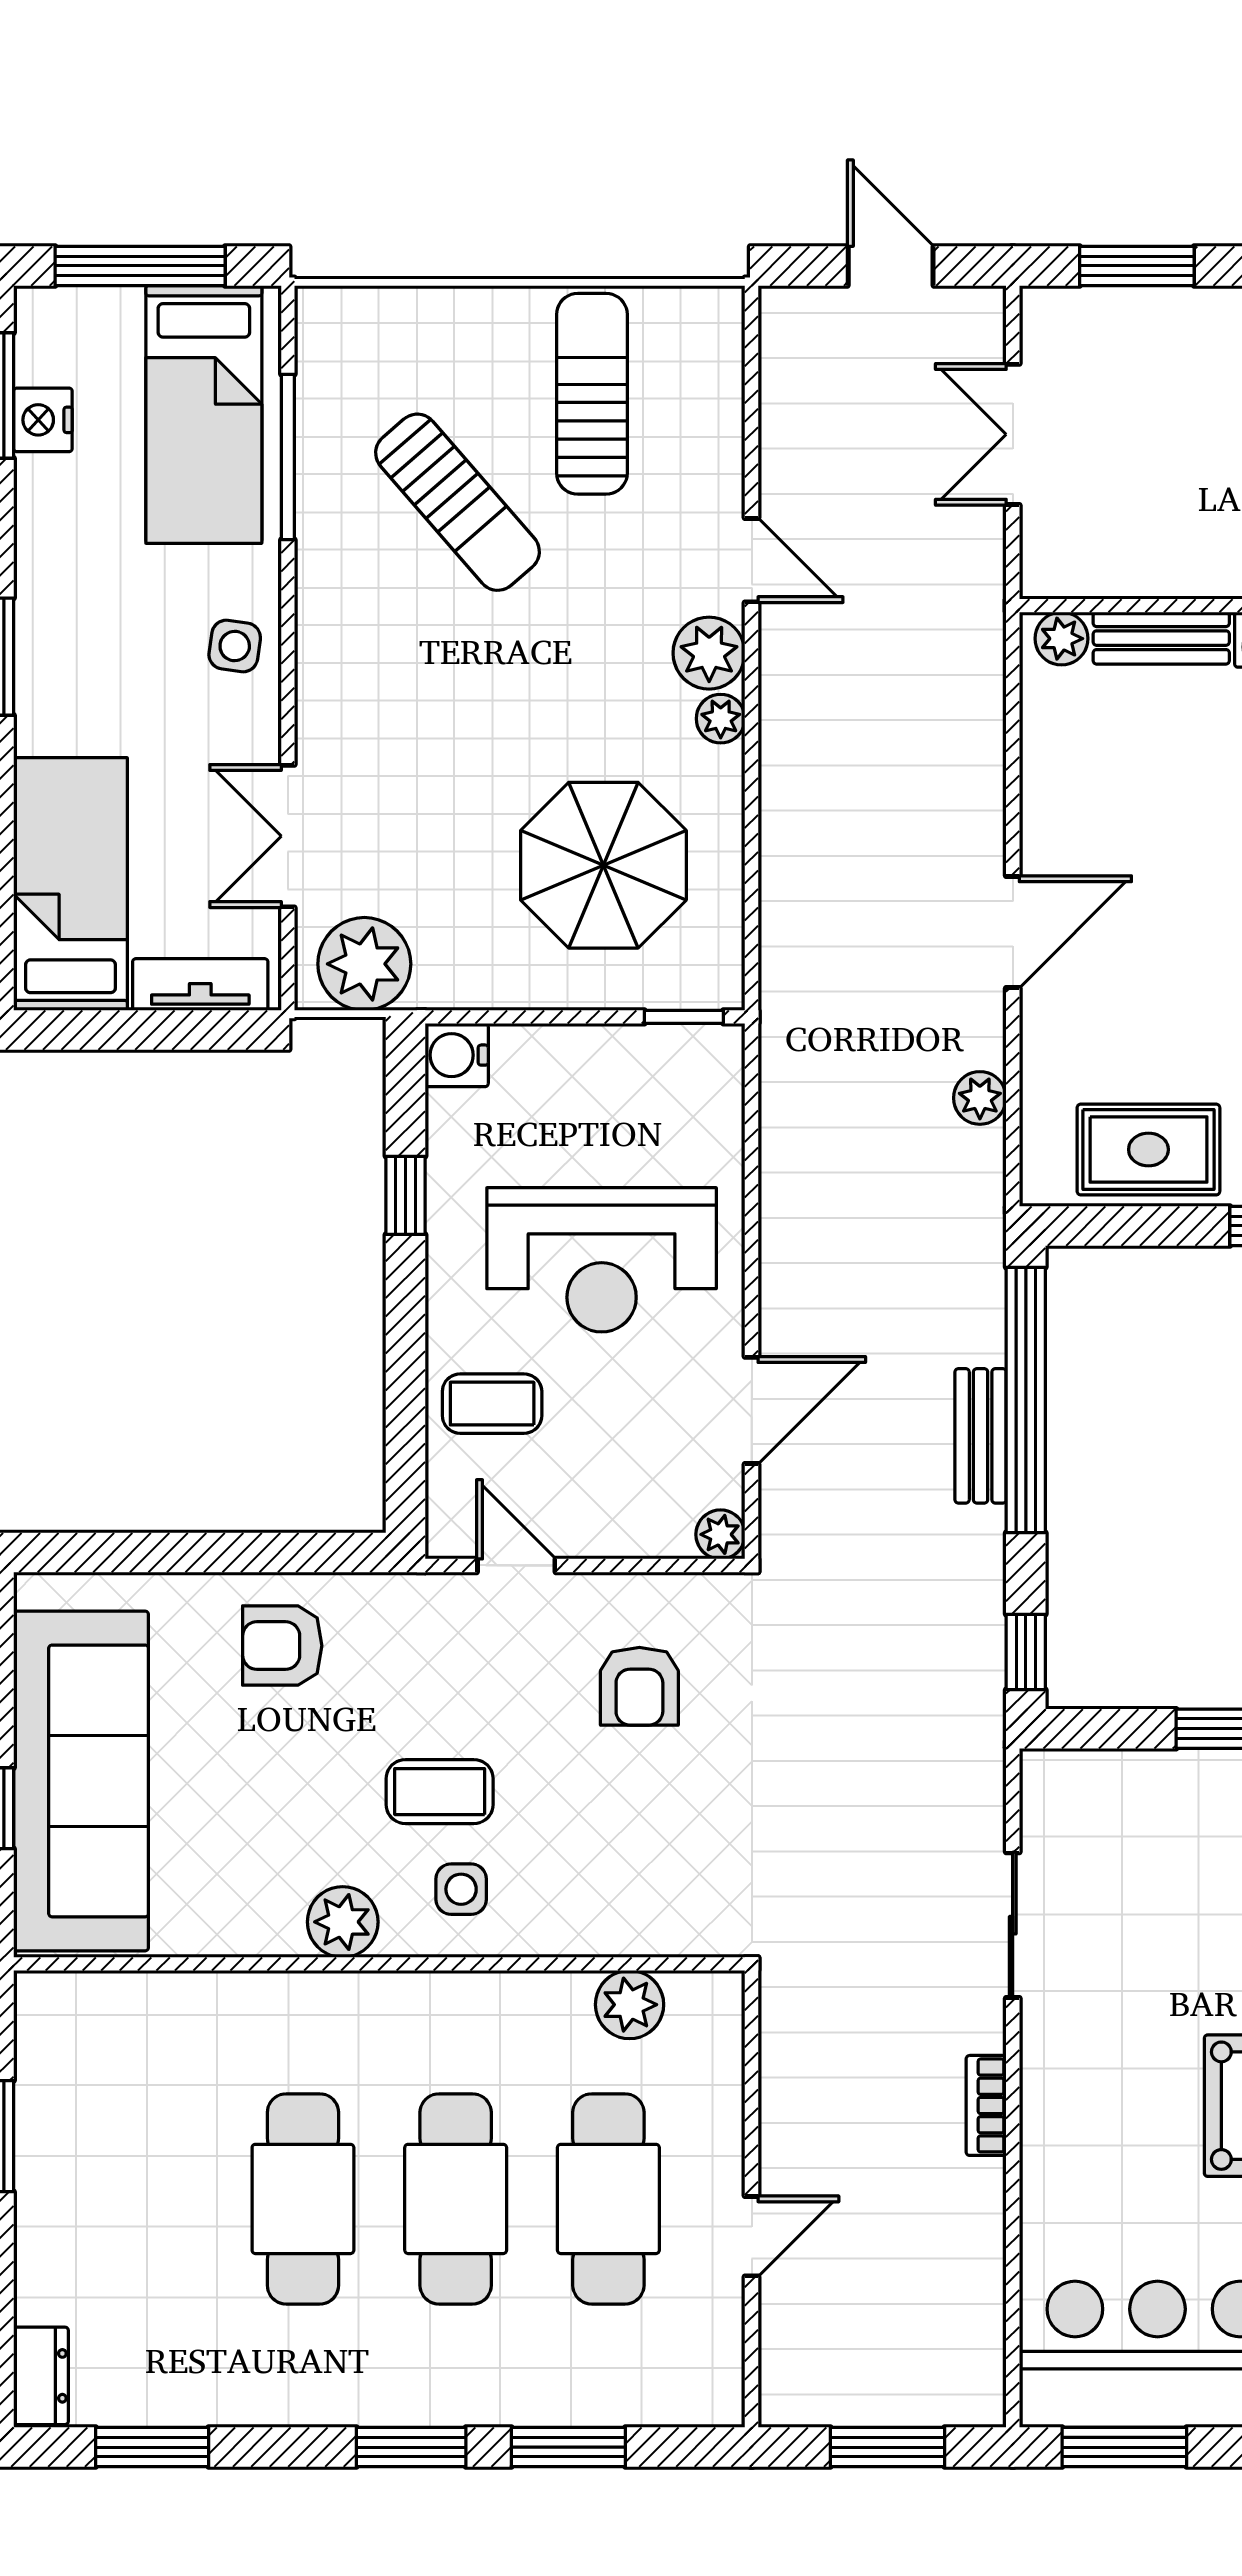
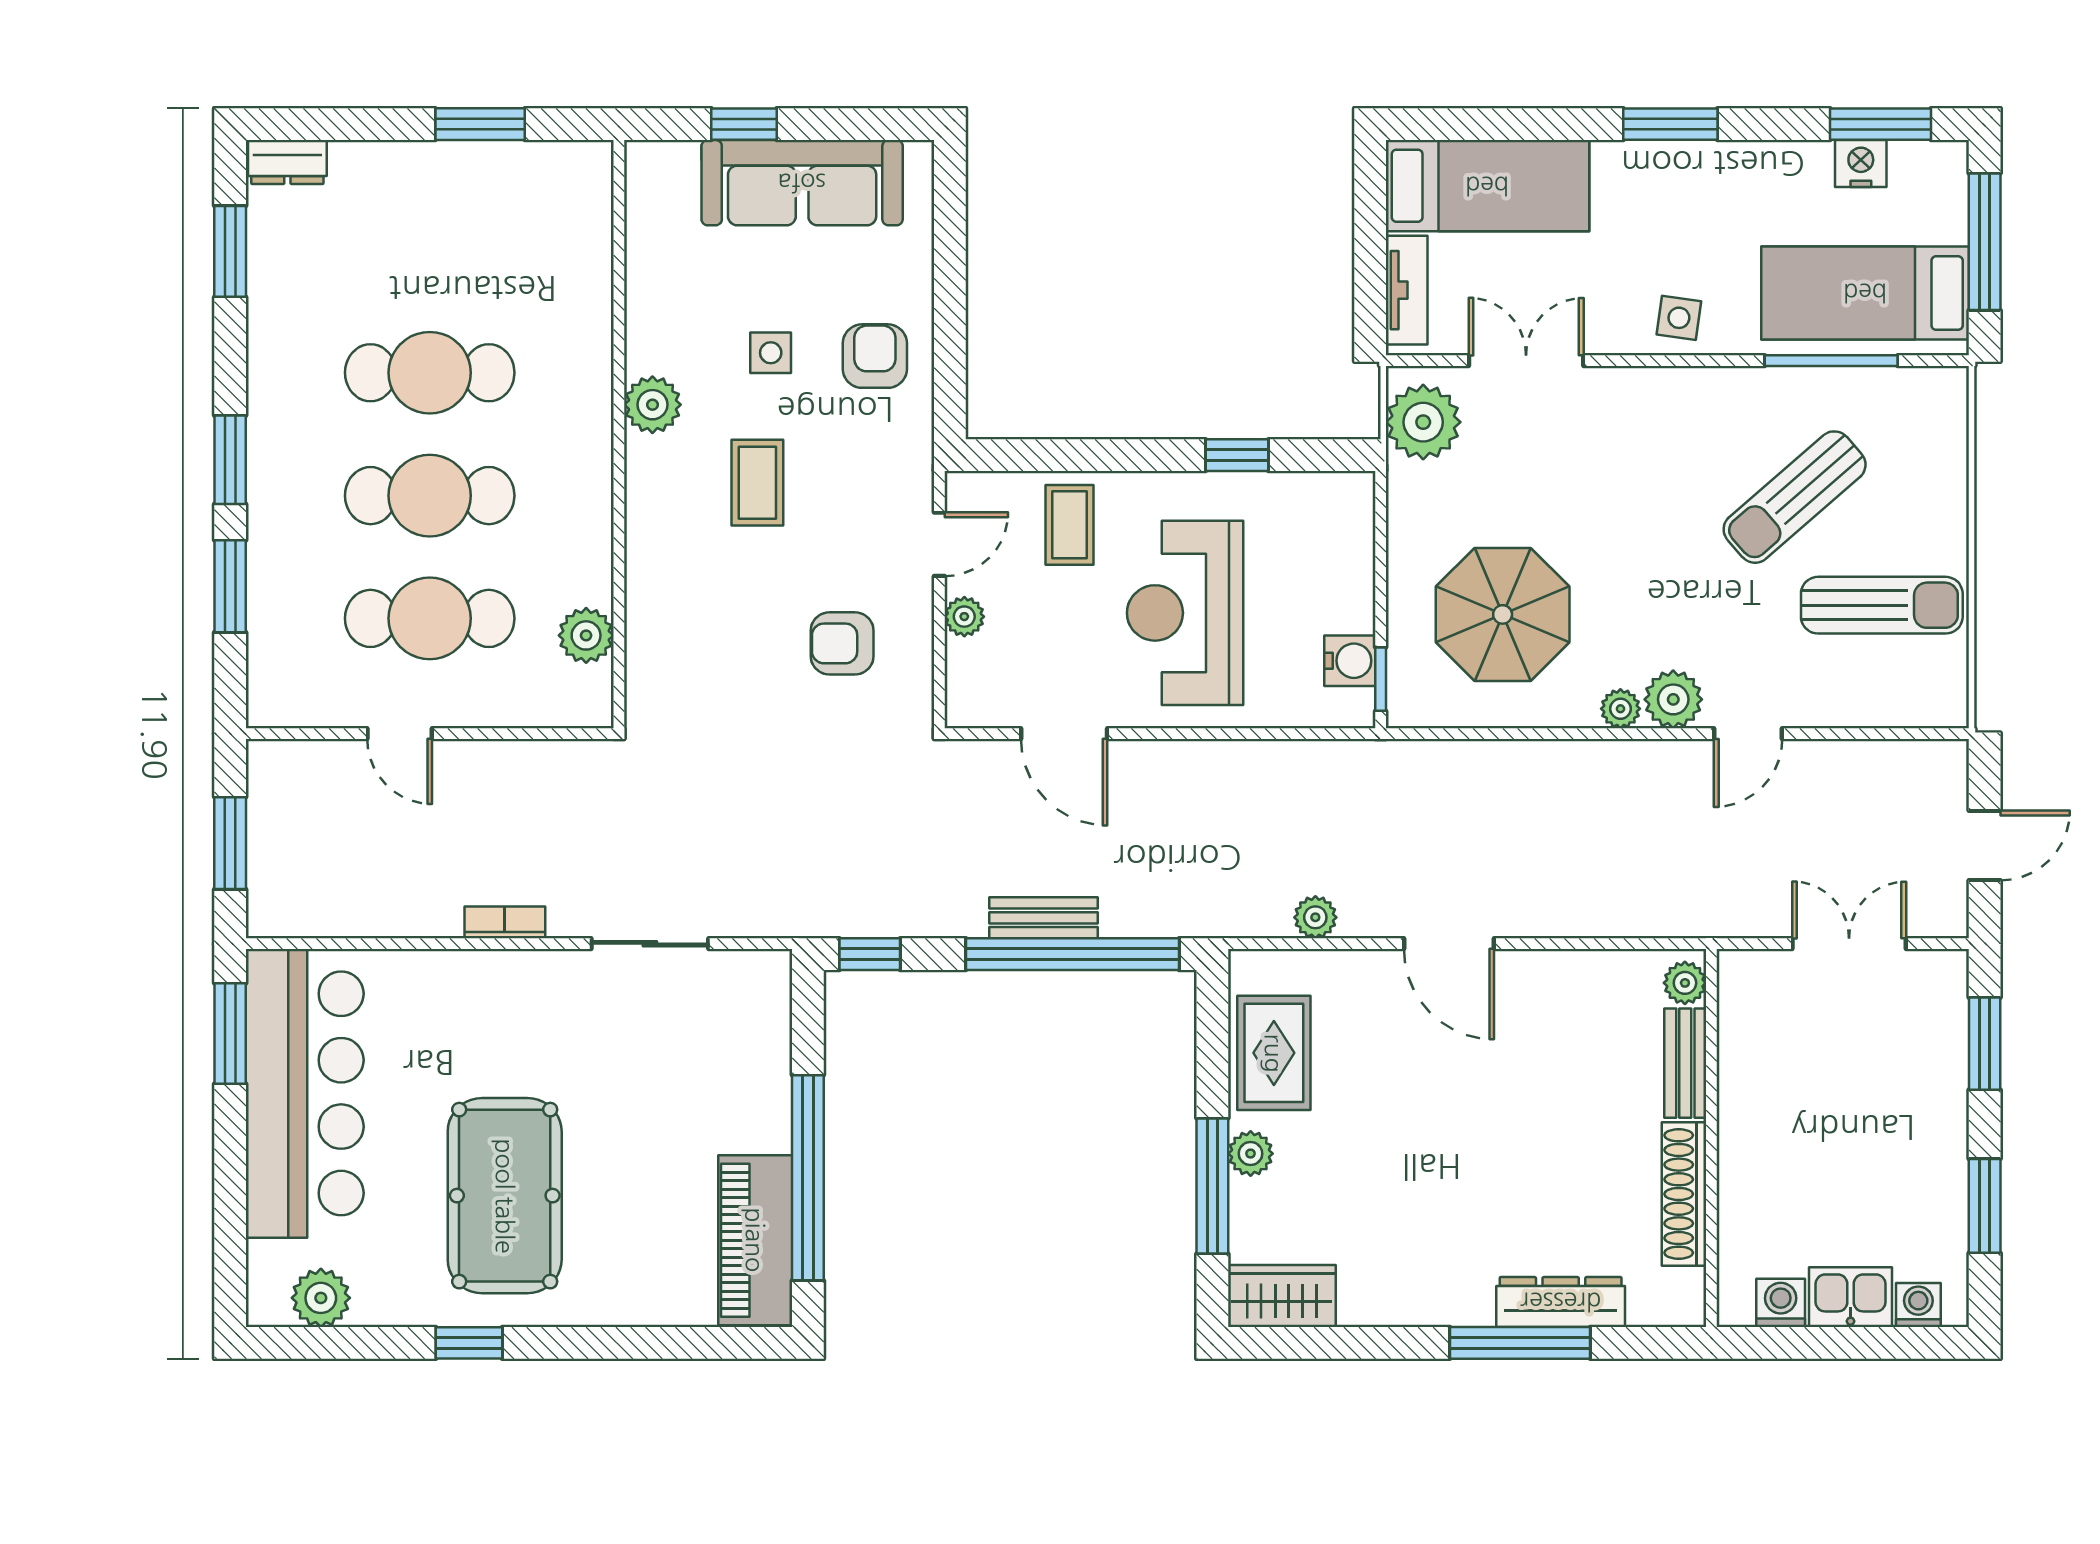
water cooler: (457, 1055) -> (1350, 661), moved, turned 90
plant: (720, 1534) -> (964, 617), moved
sofa: (81, 1781) -> (802, 183), width x0.74, depth x0.79
side table: (461, 1889) -> (771, 353), moved

